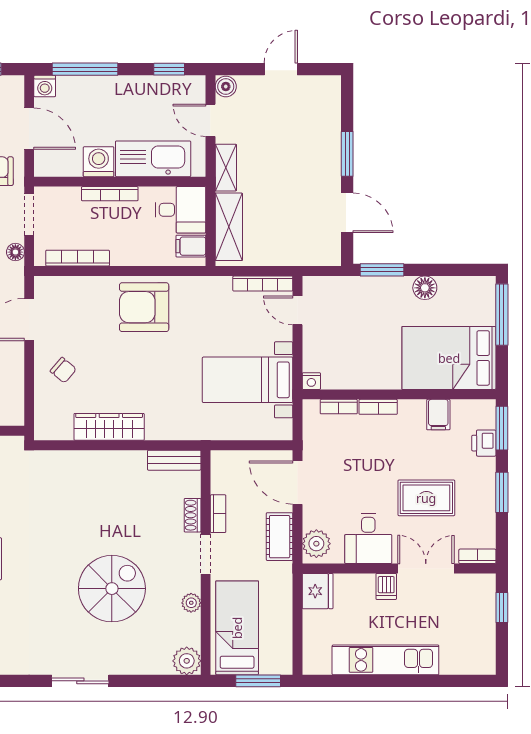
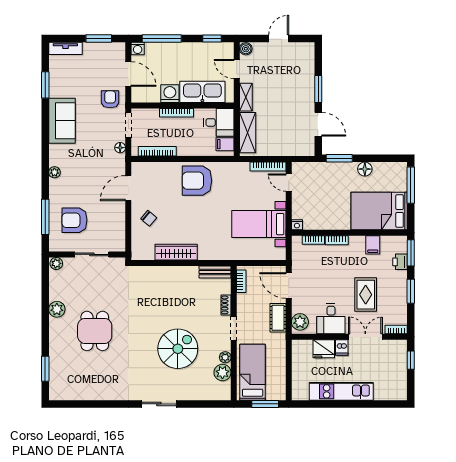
rug: (426, 498) -> (366, 295), turned 90
bookcase: (218, 514) -> (241, 281), moved
fridge: (318, 591) -> (324, 349), moved, turned 90
plant: (187, 661) -> (222, 373), moved

